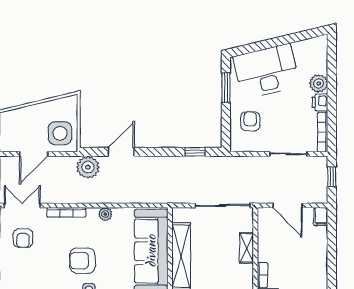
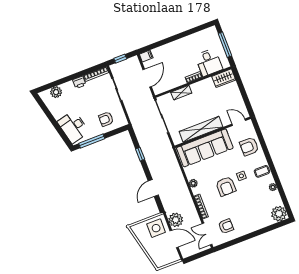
desk: (266, 71) -> (73, 127), width x0.73, depth x0.77
plant: (319, 83) -> (56, 92), moved
window: (226, 88) -> (92, 141), width x1.44
door: (121, 152) -> (153, 188), hinge flipped
window: (195, 152) -> (140, 154), moved
plant: (88, 167) -> (176, 220), moved

